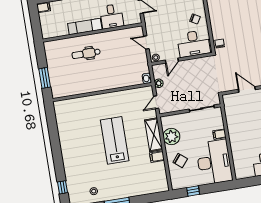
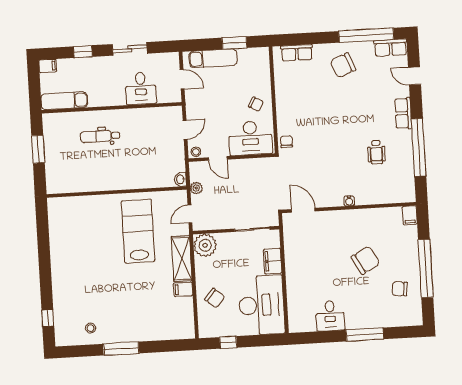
exam couch: (85, 27) -> (64, 101), moved
door: (146, 43) -> (185, 130), swing flipped
door: (172, 61) -> (218, 158), hinge flipped
window: (45, 78) -> (38, 149), moved
door: (247, 90) -> (303, 210), moved
filing cabinet: (219, 134) -> (273, 261), width x2.00
plant: (171, 137) -> (205, 245), moved
lab bench: (115, 140) -> (138, 231), moved

